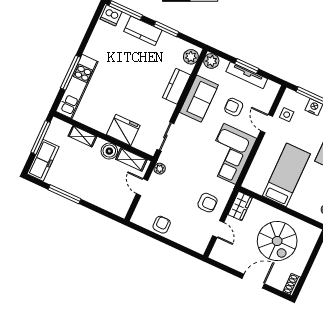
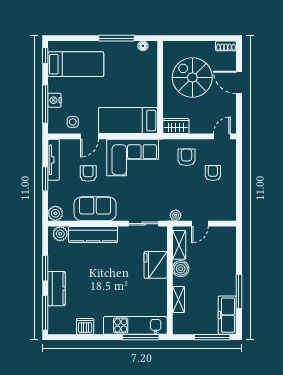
dishwasher: (111, 15) -> (85, 326), moved, turned -90
window: (70, 73) -> (141, 337), moved
tv unit: (247, 75) -> (54, 160), moved
kitchen counter: (177, 86) -> (93, 235), width x1.50
armchair: (234, 107) -> (88, 173), turned 180
window: (41, 137) -> (212, 337), moved
freezer: (43, 160) -> (227, 315), moved, turned -90
bed: (286, 175) -> (128, 120), moved
armchair: (162, 225) -> (213, 173), moved, turned 90
door: (218, 229) -> (222, 136), moved
spiral stairs: (277, 241) -> (192, 77), turned -90

